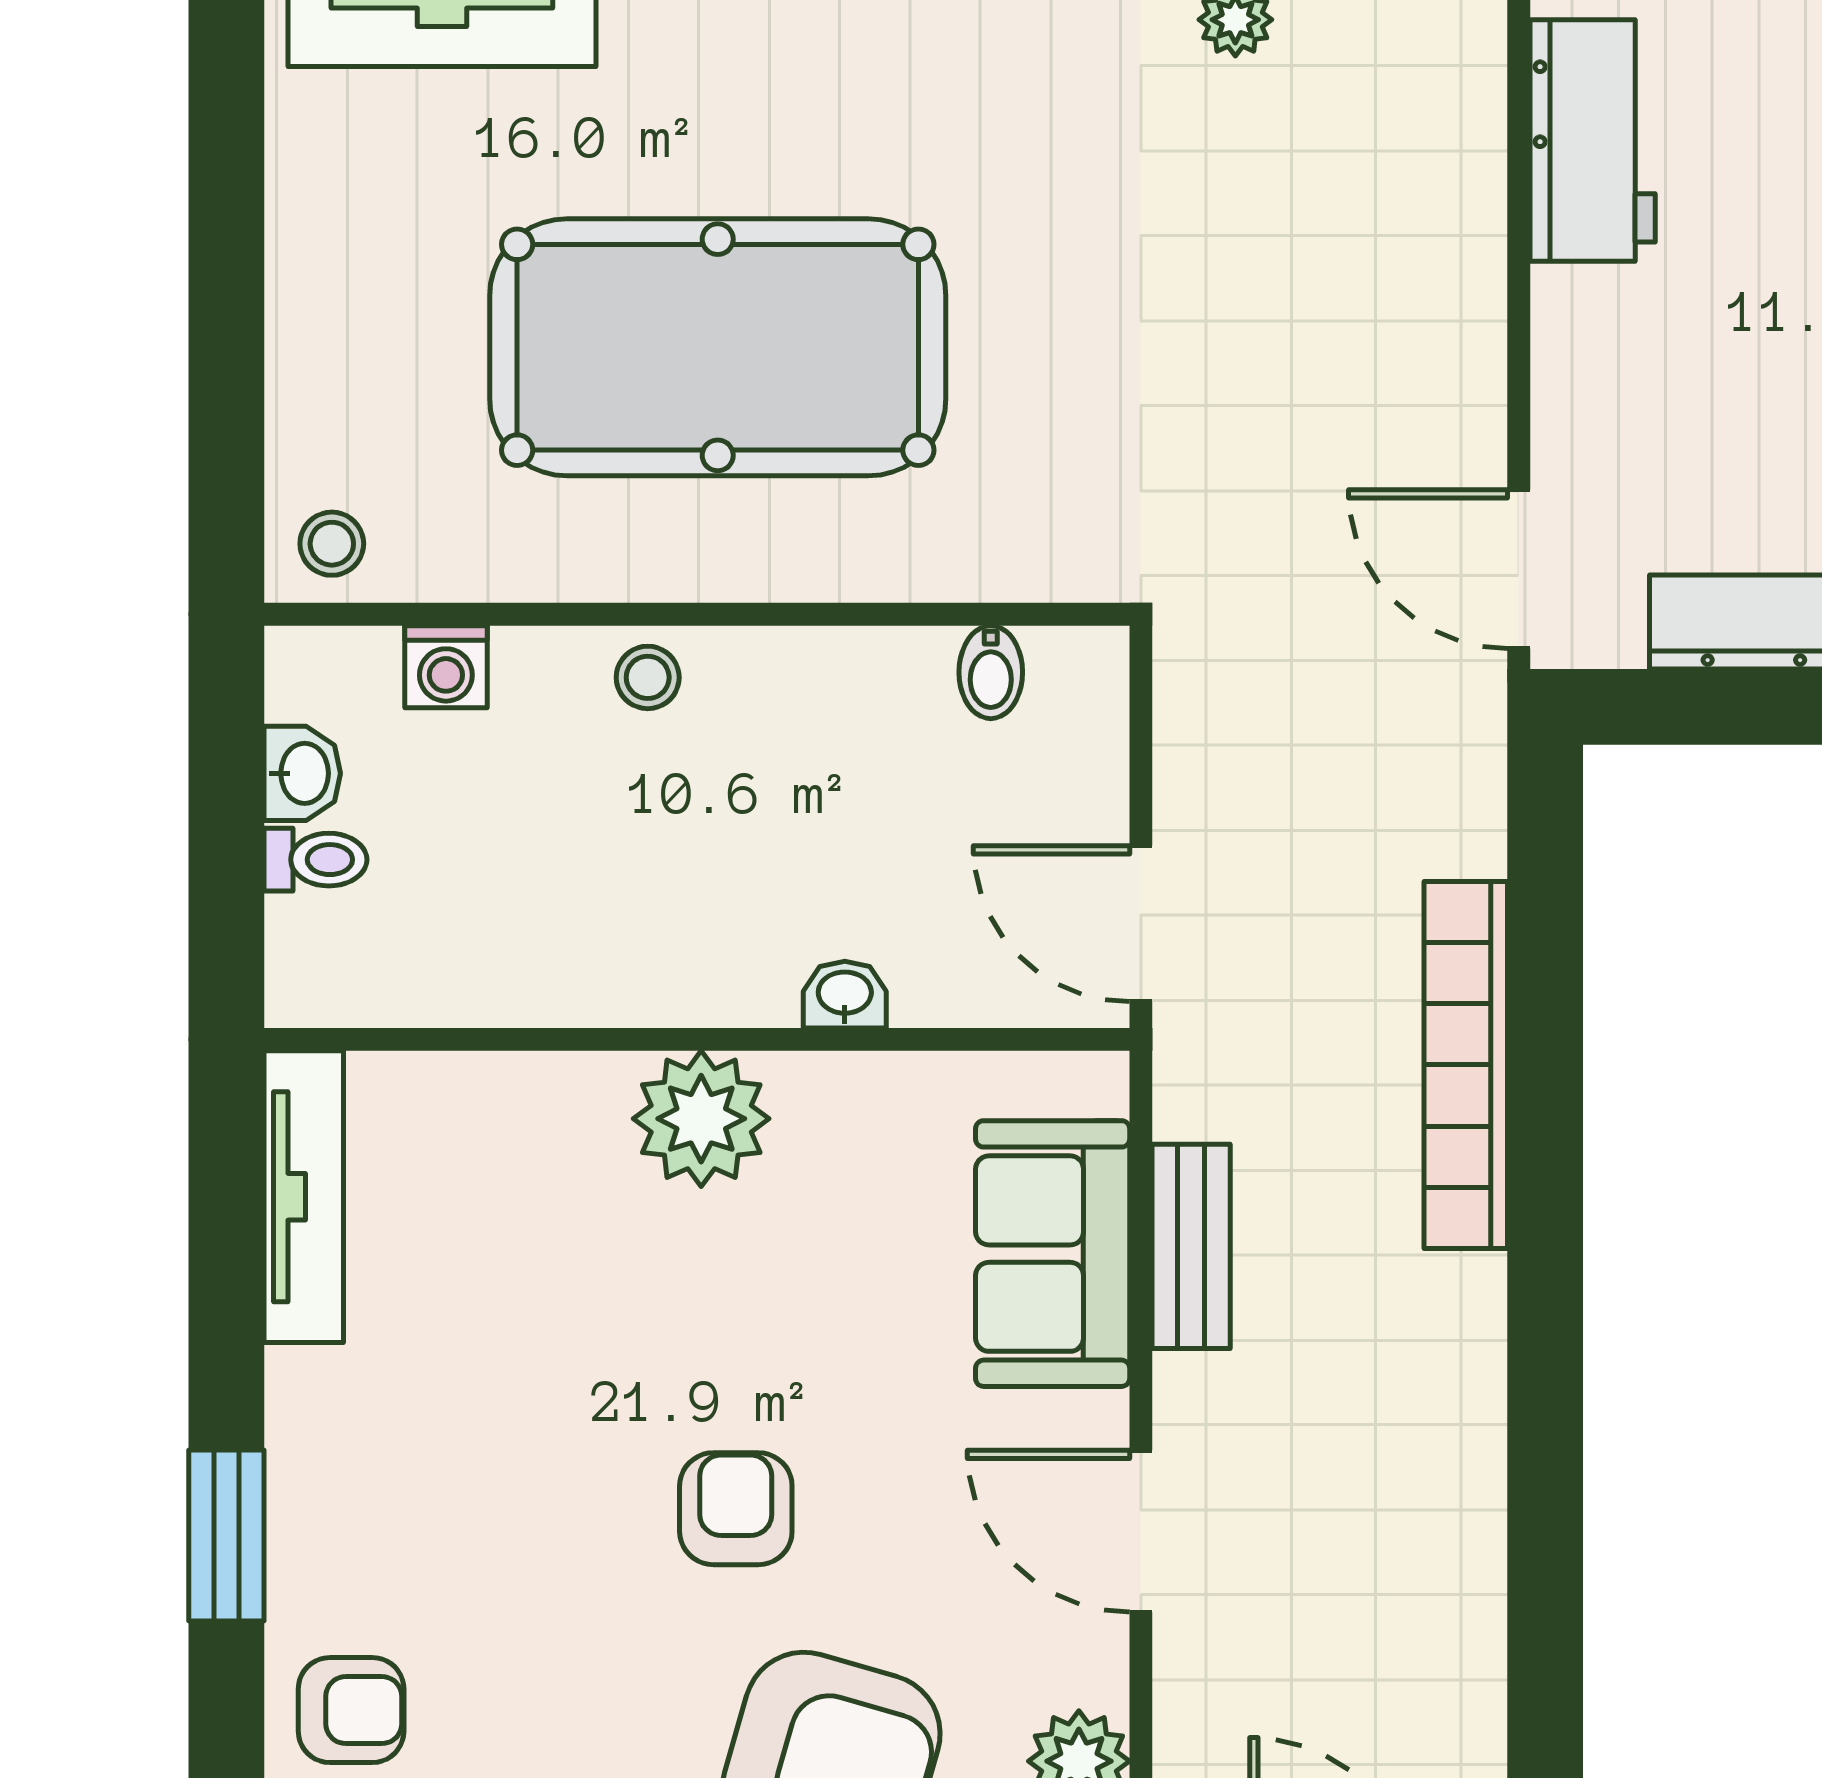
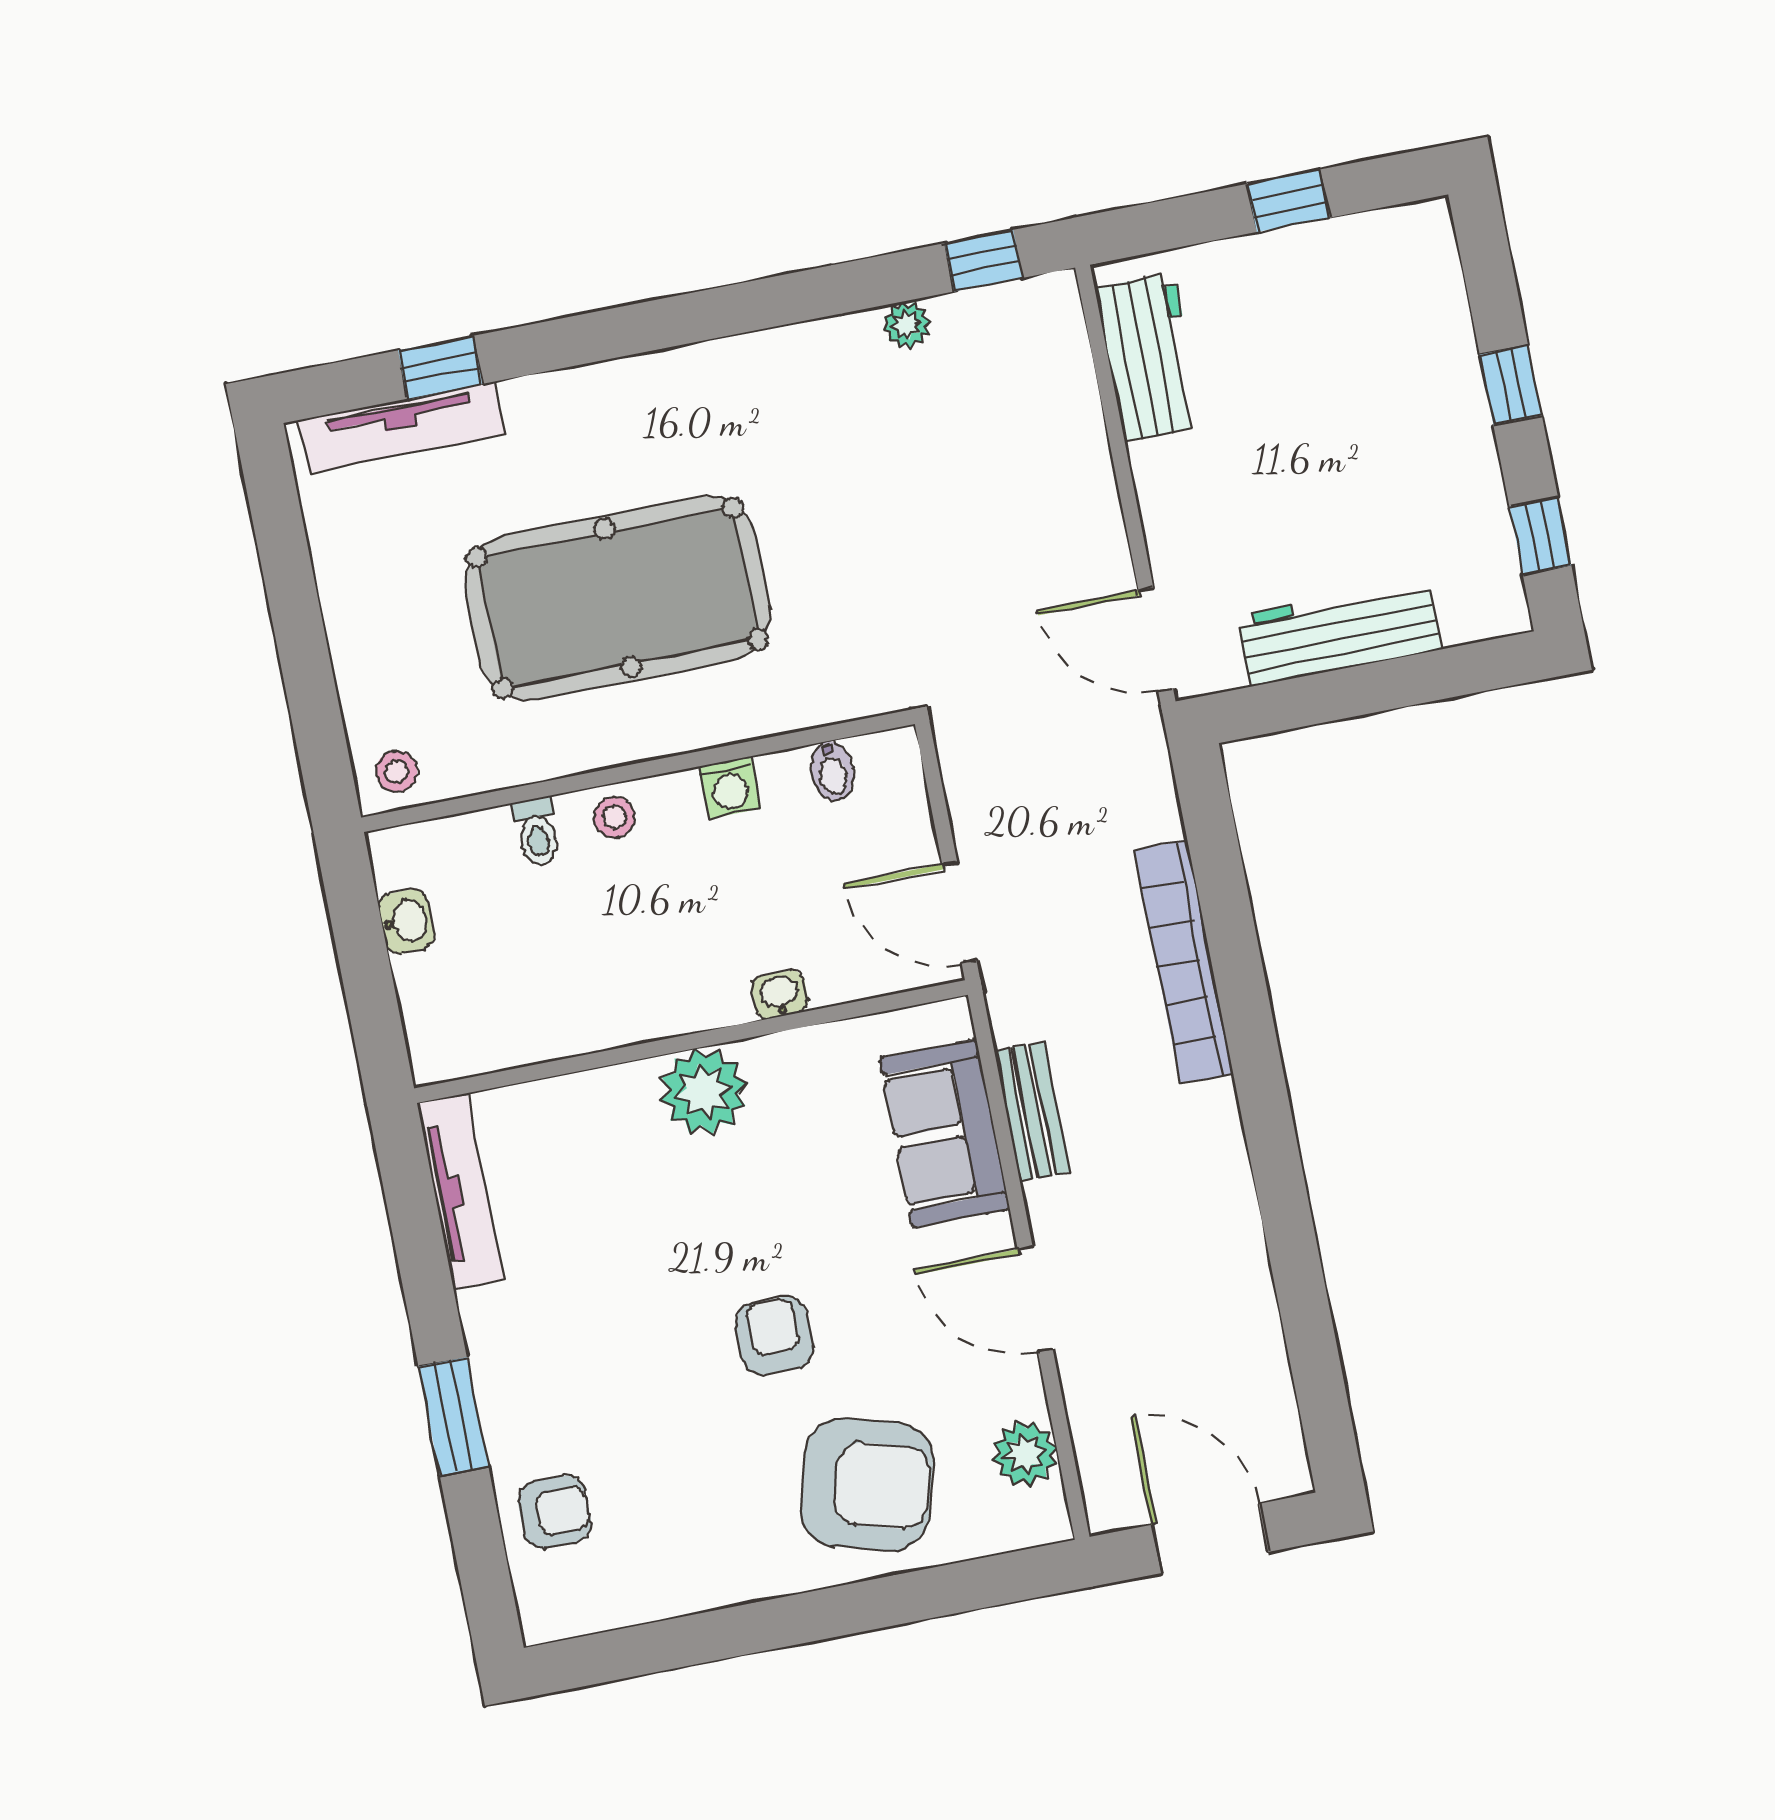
washing machine: (446, 667) -> (730, 787), moved
toilet: (316, 860) -> (537, 832), moved, turned 90

